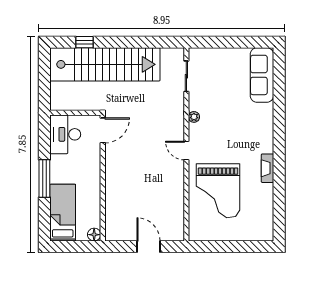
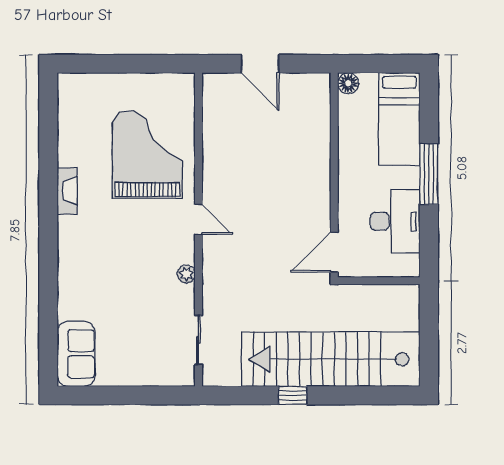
window: (85, 42) -> (293, 395), moved
sofa: (262, 75) -> (76, 354), width x0.73
desk: (65, 134) -> (395, 221), moved

